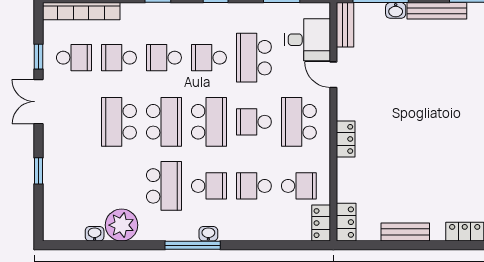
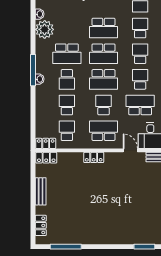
door: (333, 75) -> (130, 150), hinge flipped
school desk: (119, 122) -> (103, 28), turned 180
school desk: (299, 186) -> (67, 131), turned 180

